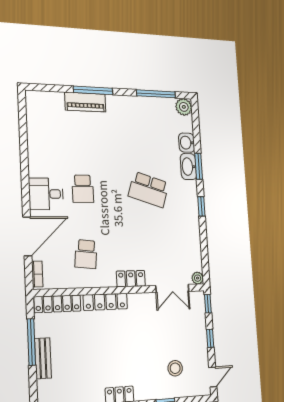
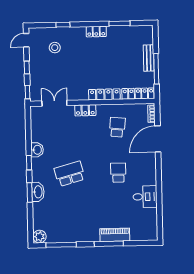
washbasin: (187, 143) -> (37, 150), moved
school desk: (149, 190) -> (70, 174), turned -33
desk: (46, 194) -> (145, 197), moved
plant: (198, 278) -> (35, 110), removed

